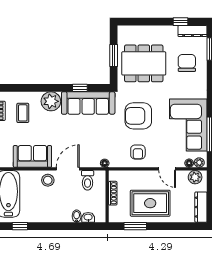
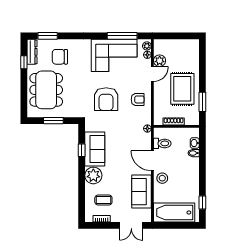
dining table: (144, 63) -> (46, 90), moved
sofa: (88, 103) -> (95, 149), width x0.73
plant: (195, 177) -> (160, 61), moved
dresser: (201, 207) -> (186, 44), removed

